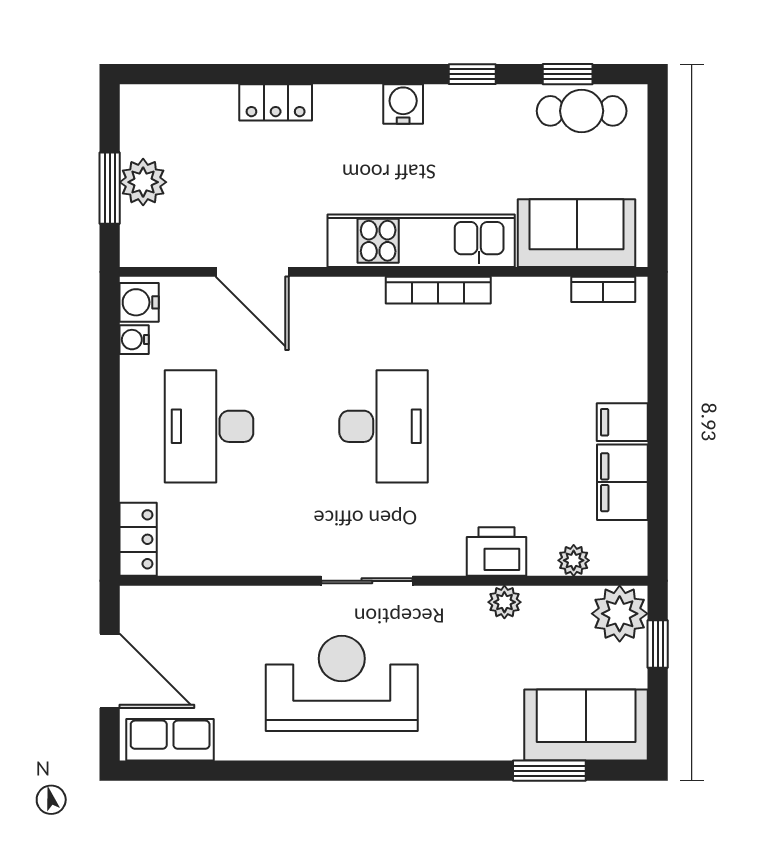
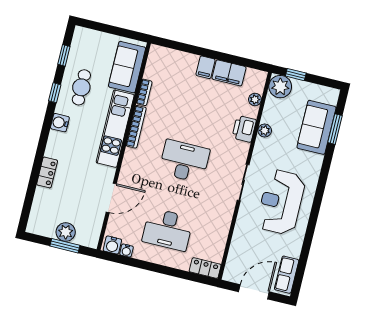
cafe table: (582, 111) -> (81, 87), moved
bookcase: (603, 289) -> (144, 92), moved
sofa: (586, 725) -> (316, 127), moved

